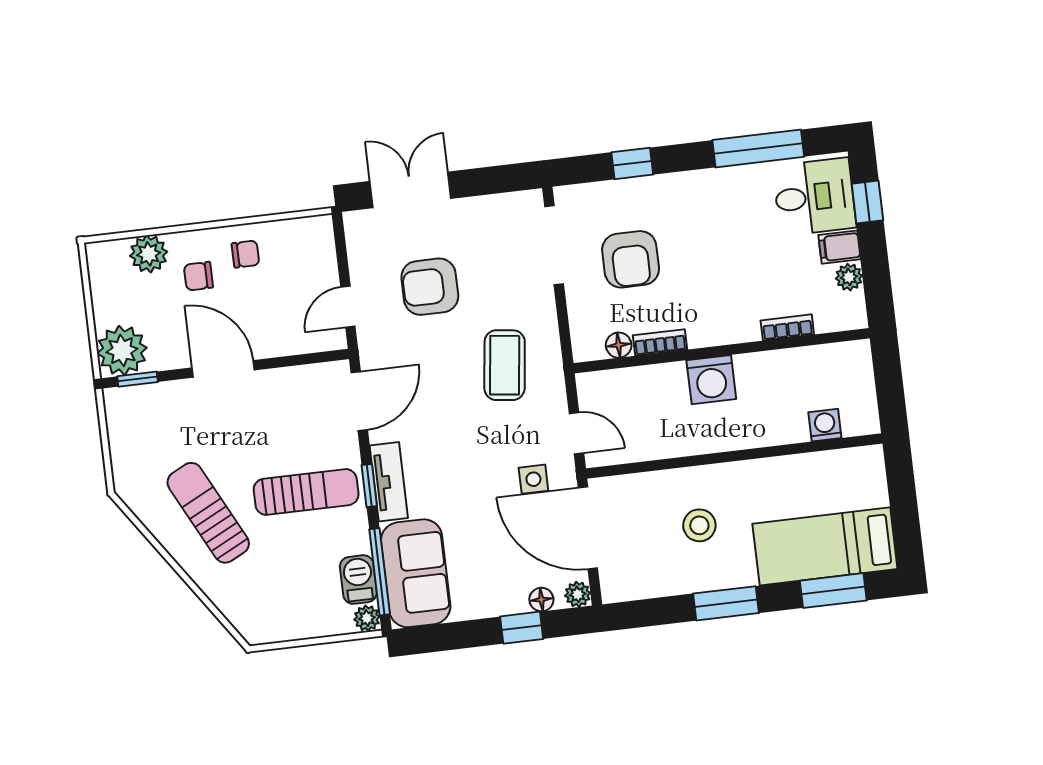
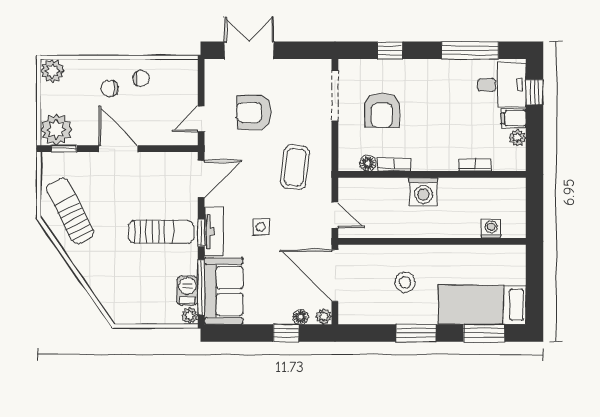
plant: (149, 254) -> (52, 71), moved
side table: (533, 479) -> (261, 227), moved
sun lounger: (208, 513) -> (70, 211), moved

